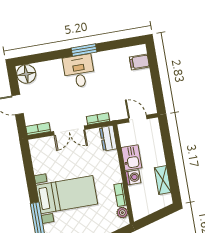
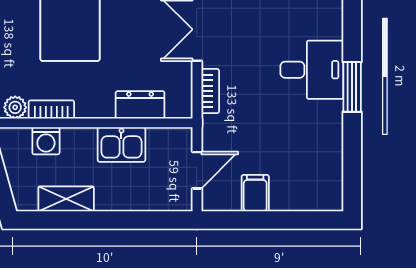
filing cabinet: (139, 62) -> (255, 193), moved
dresser: (108, 138) -> (140, 105), moved
washing machine: (133, 177) -> (46, 141), moved

